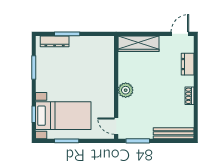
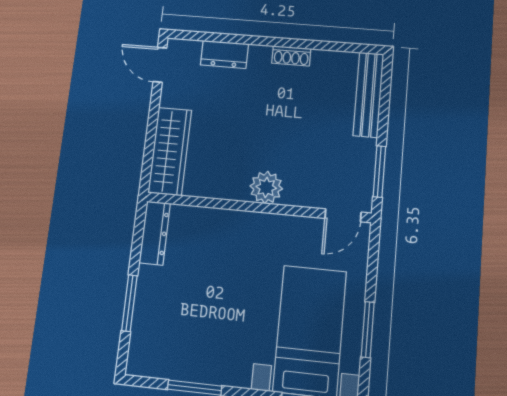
dresser: (55, 41) -> (155, 233), moved

